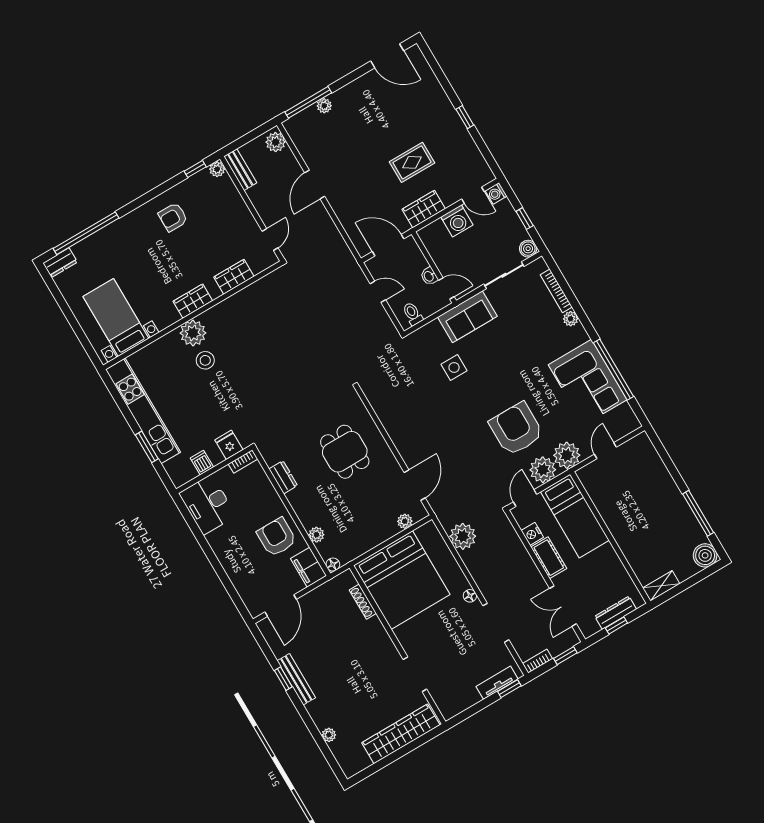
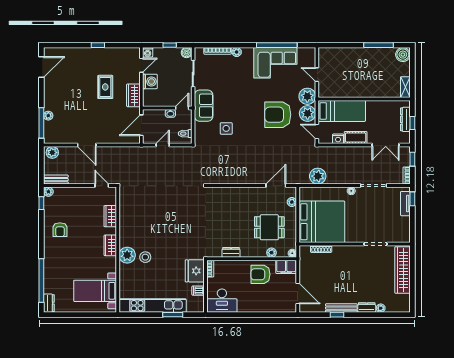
fridge: (229, 445) -> (195, 271), width x1.88, depth x1.34
dining table: (345, 452) -> (269, 227), moved
door: (415, 485) -> (276, 186), hinge flipped
dresser: (318, 715) -> (367, 308), added

